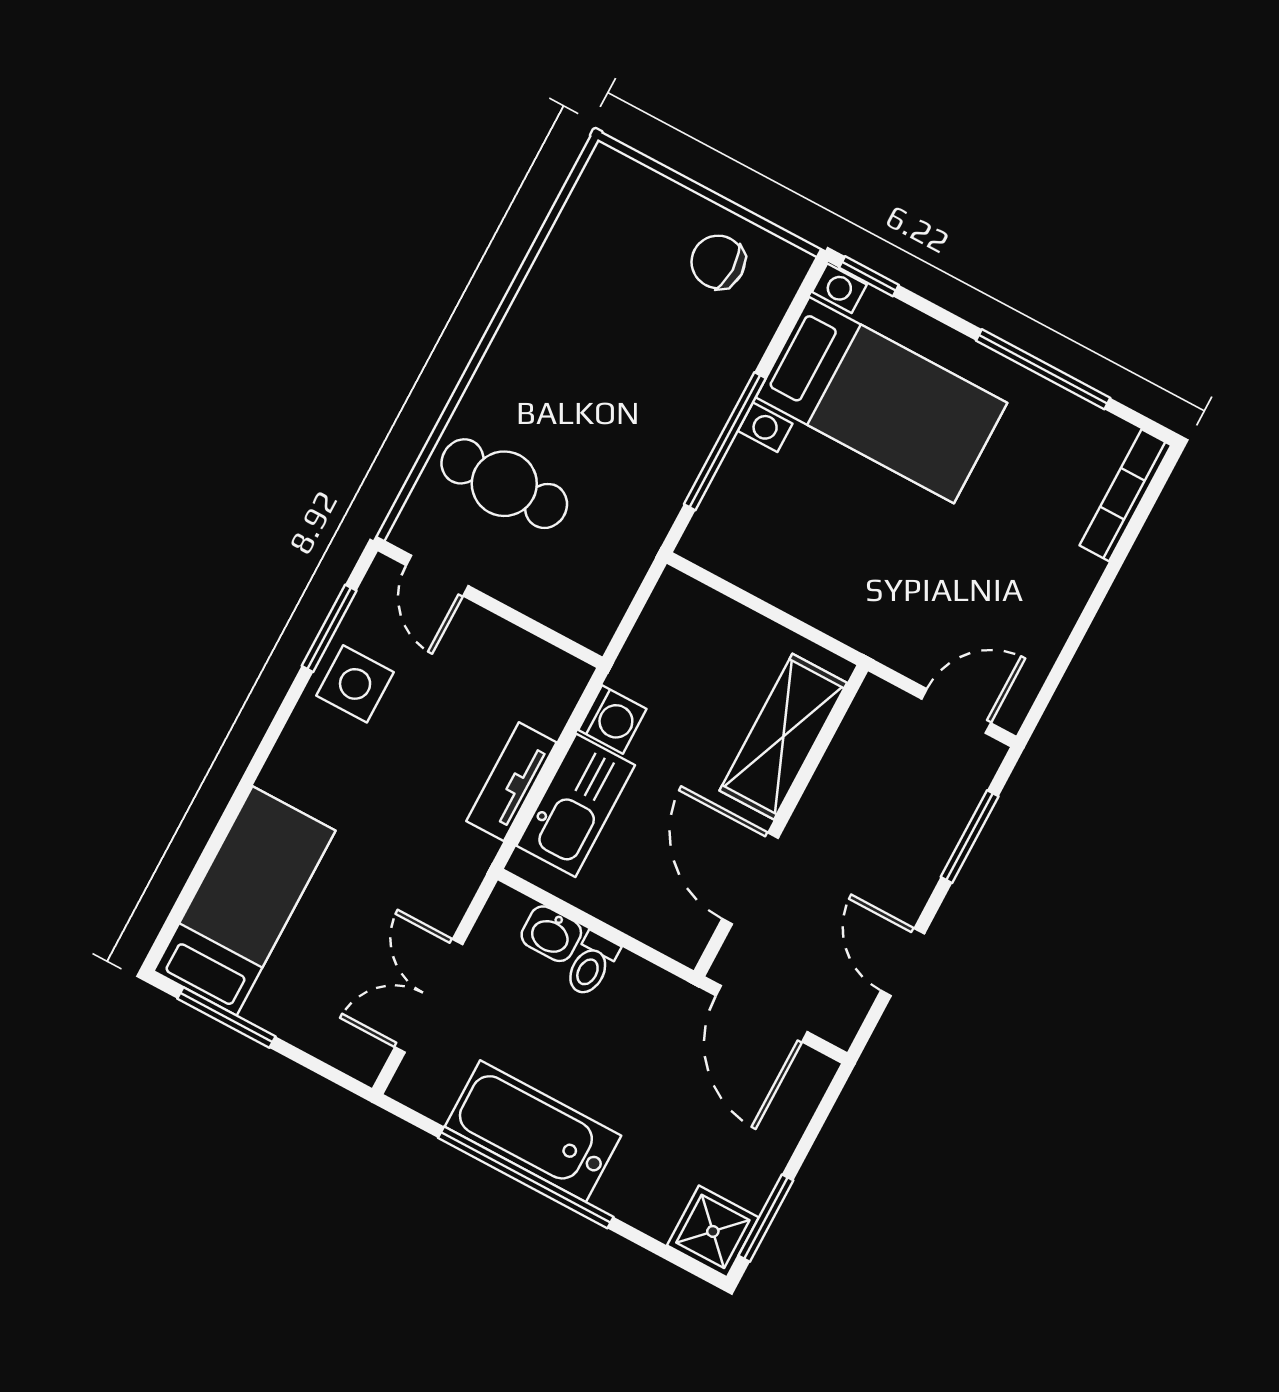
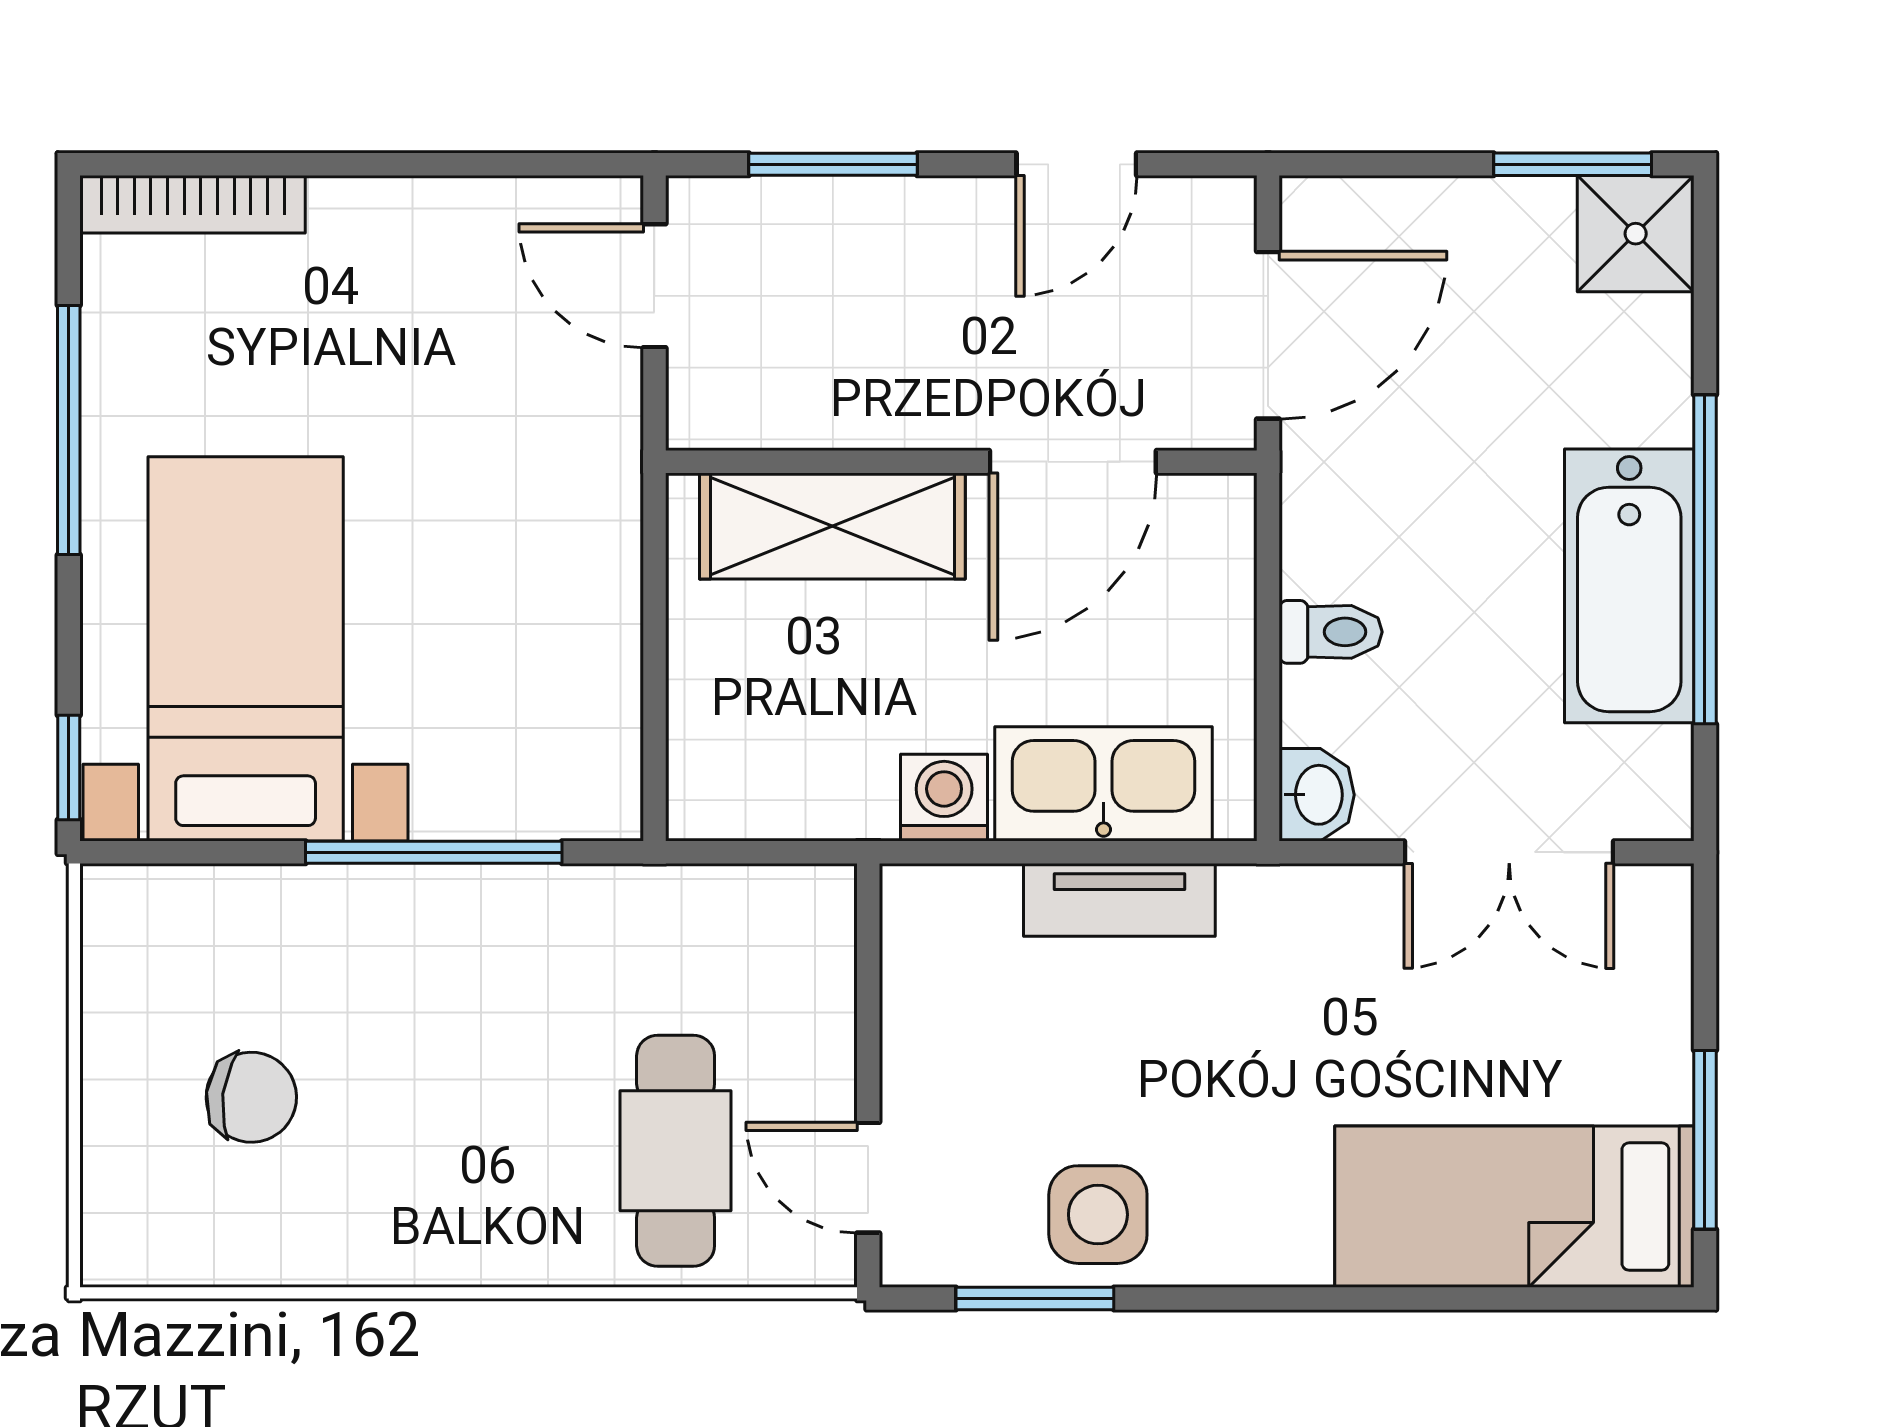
chair: (718, 262) -> (251, 1097), moved, turned -83
door: (437, 576) -> (868, 1178), swing flipped
washbasin: (551, 934) -> (1317, 795), moved

